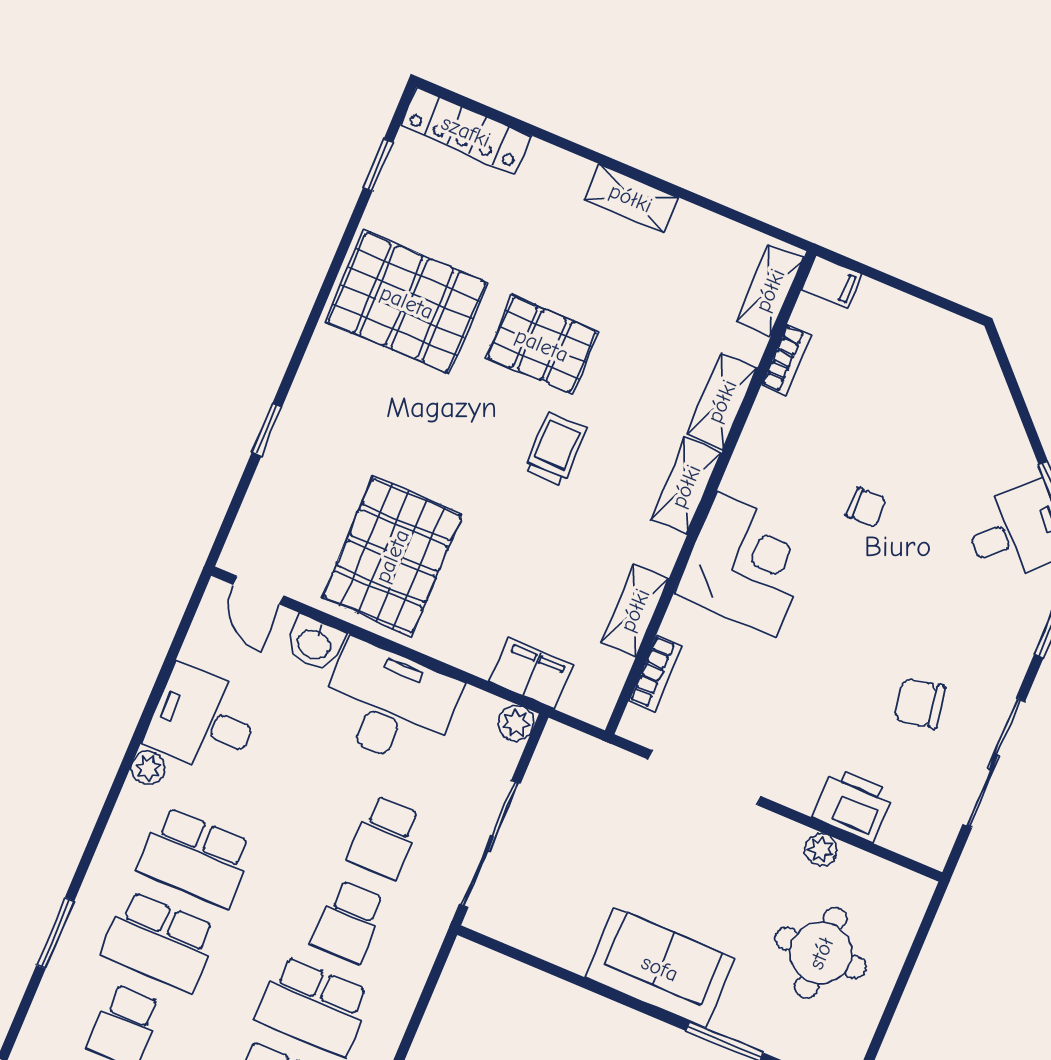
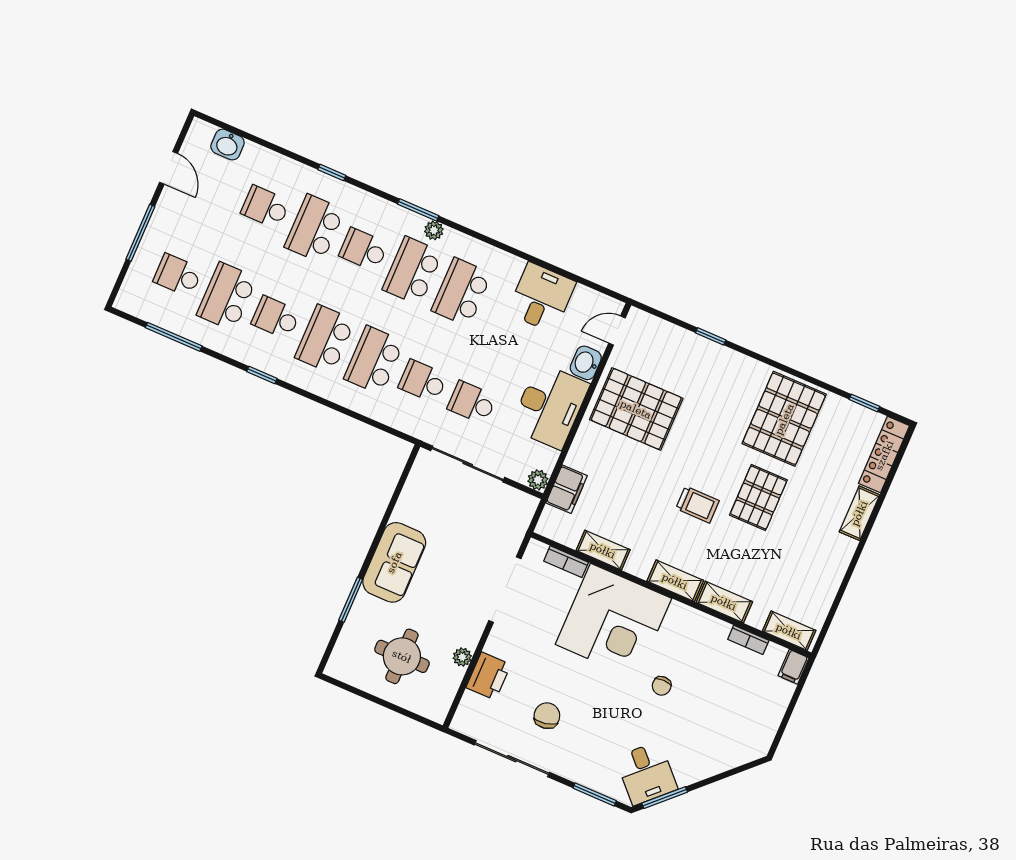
shelving: (631, 198) -> (859, 513), moved
corner desk: (746, 565) -> (613, 621), width x1.36, depth x1.36
plant: (148, 768) -> (434, 230), moved

